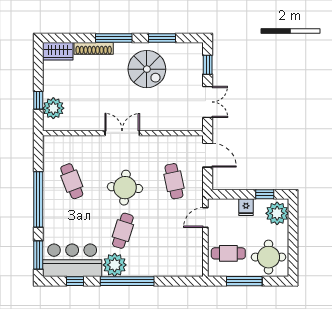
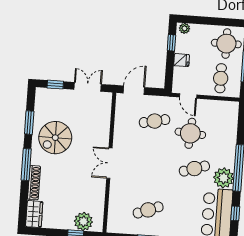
spiral stairs: (147, 69) -> (55, 138), turned 180
round table: (125, 188) -> (190, 133), moved
plant: (277, 213) -> (184, 28), width x0.53, depth x0.53
cafe table: (123, 231) -> (194, 169), turned -36

